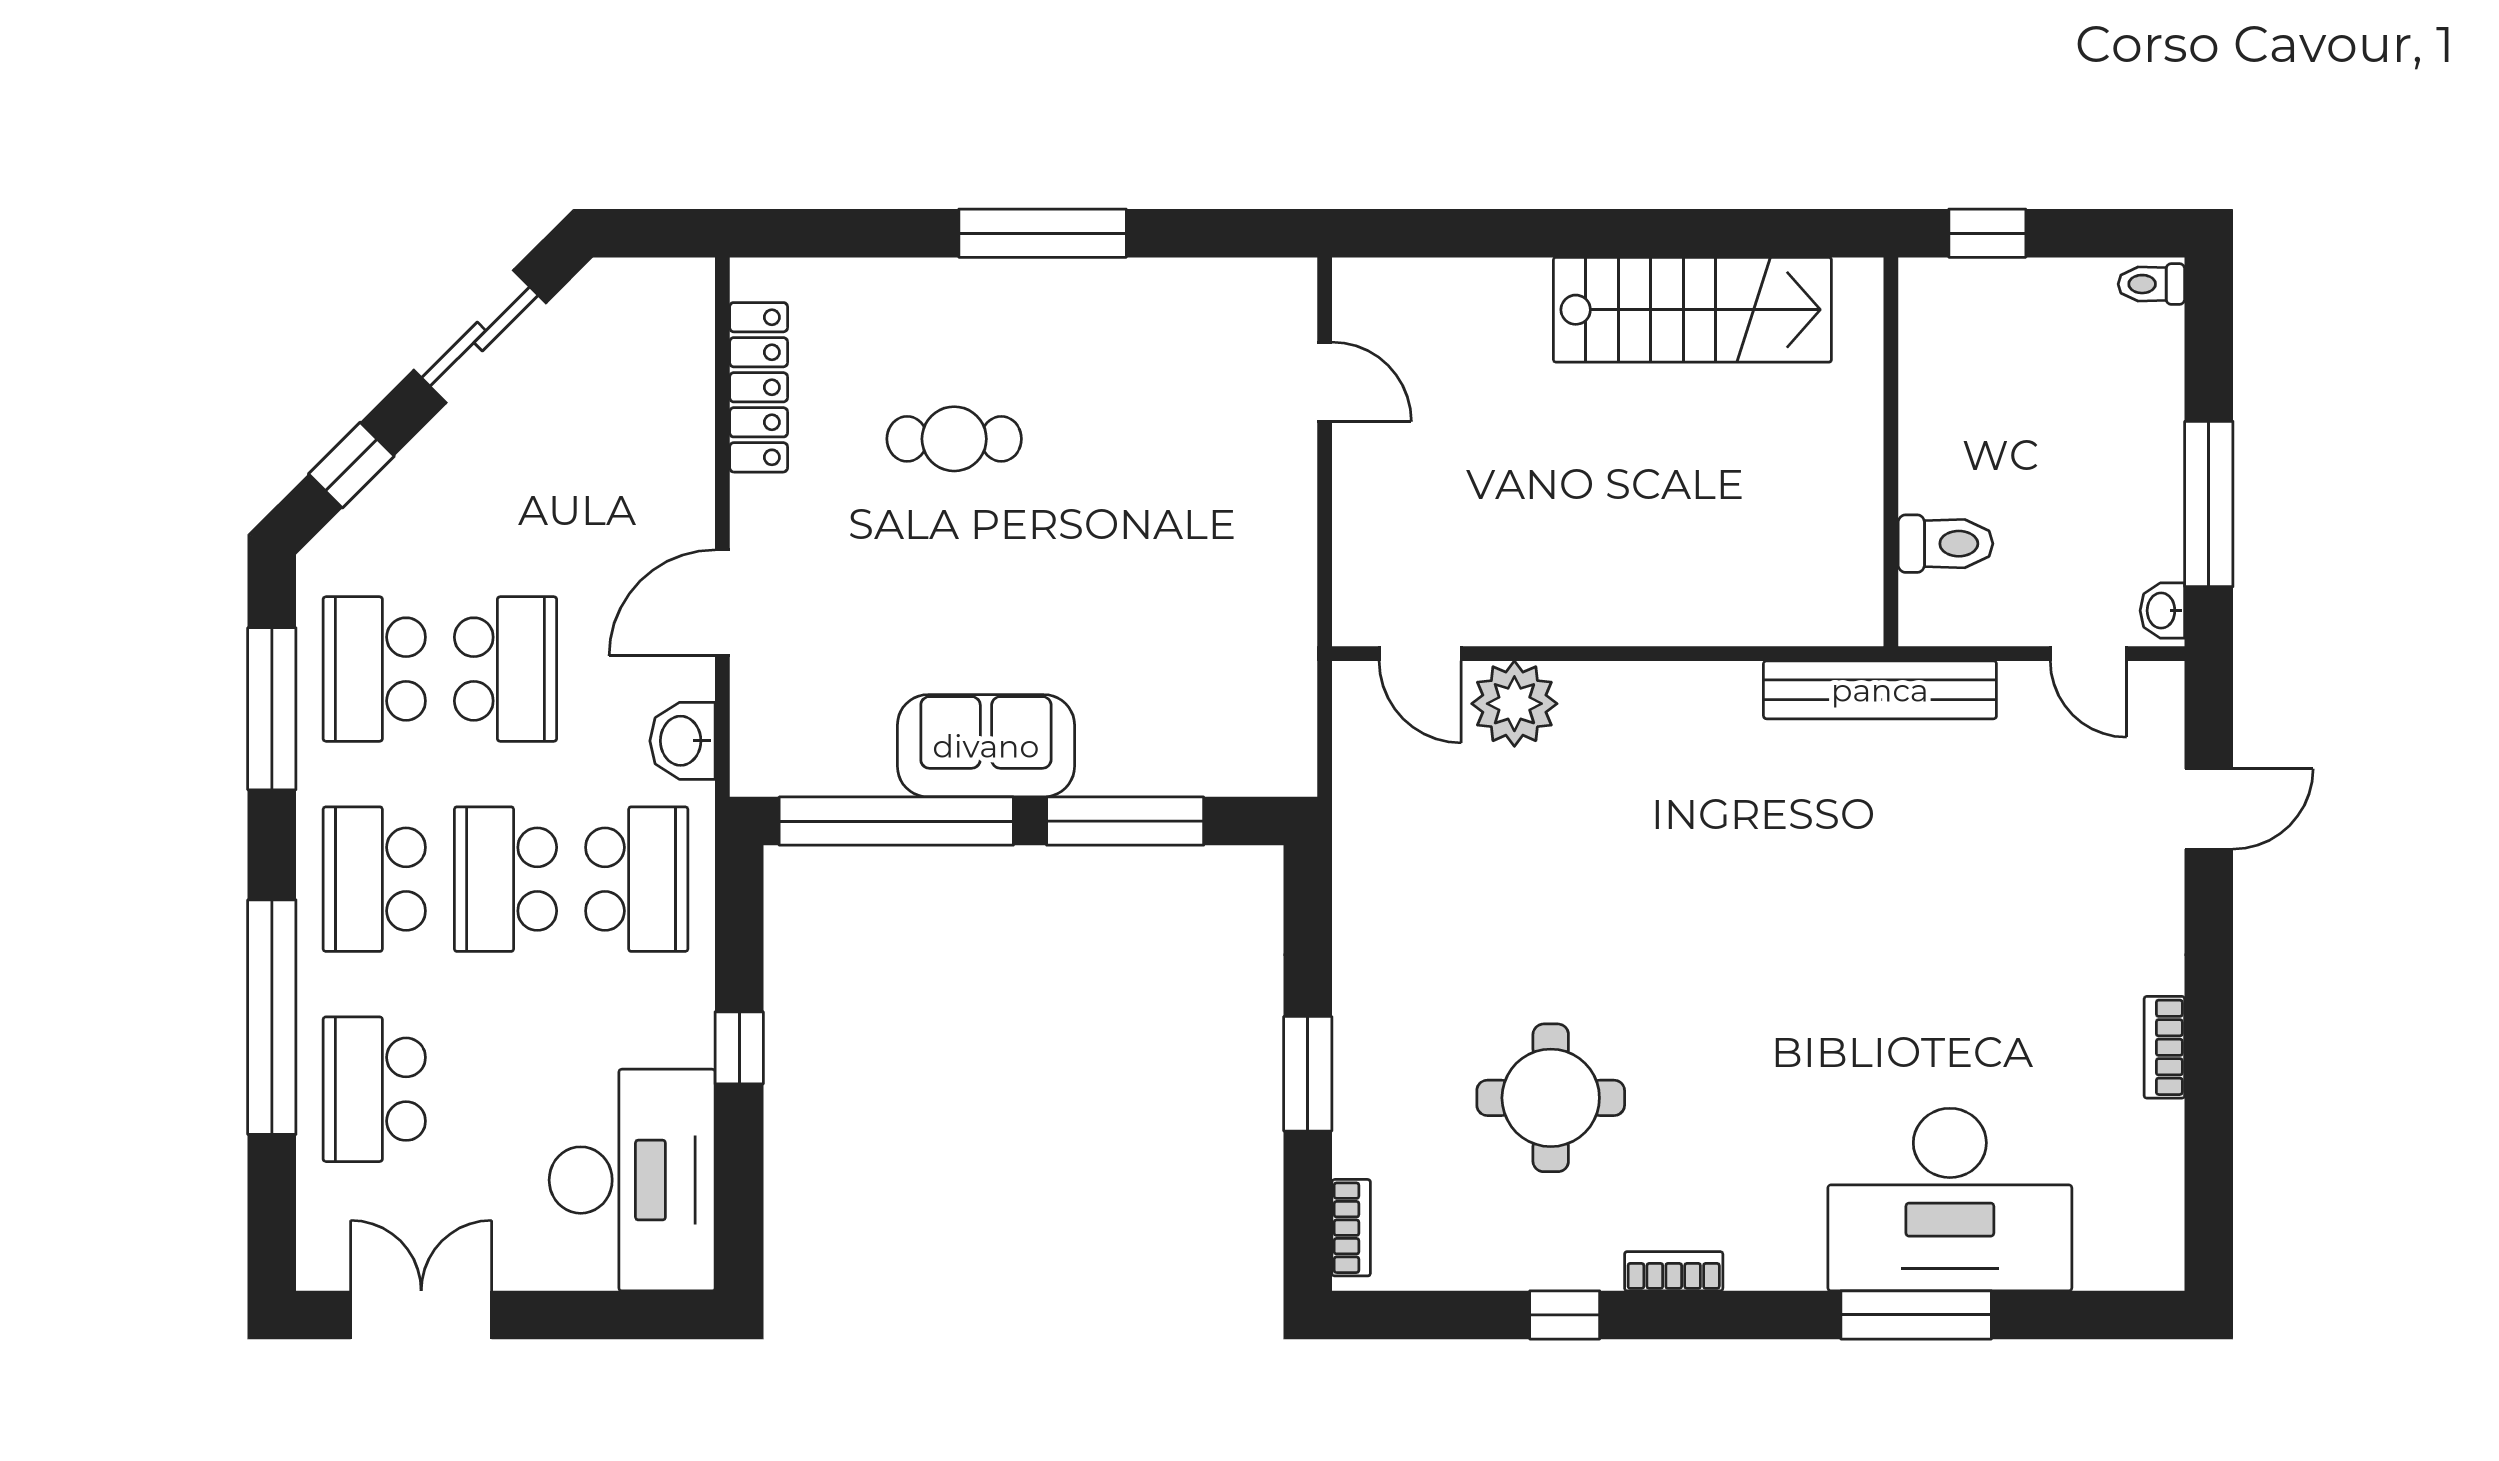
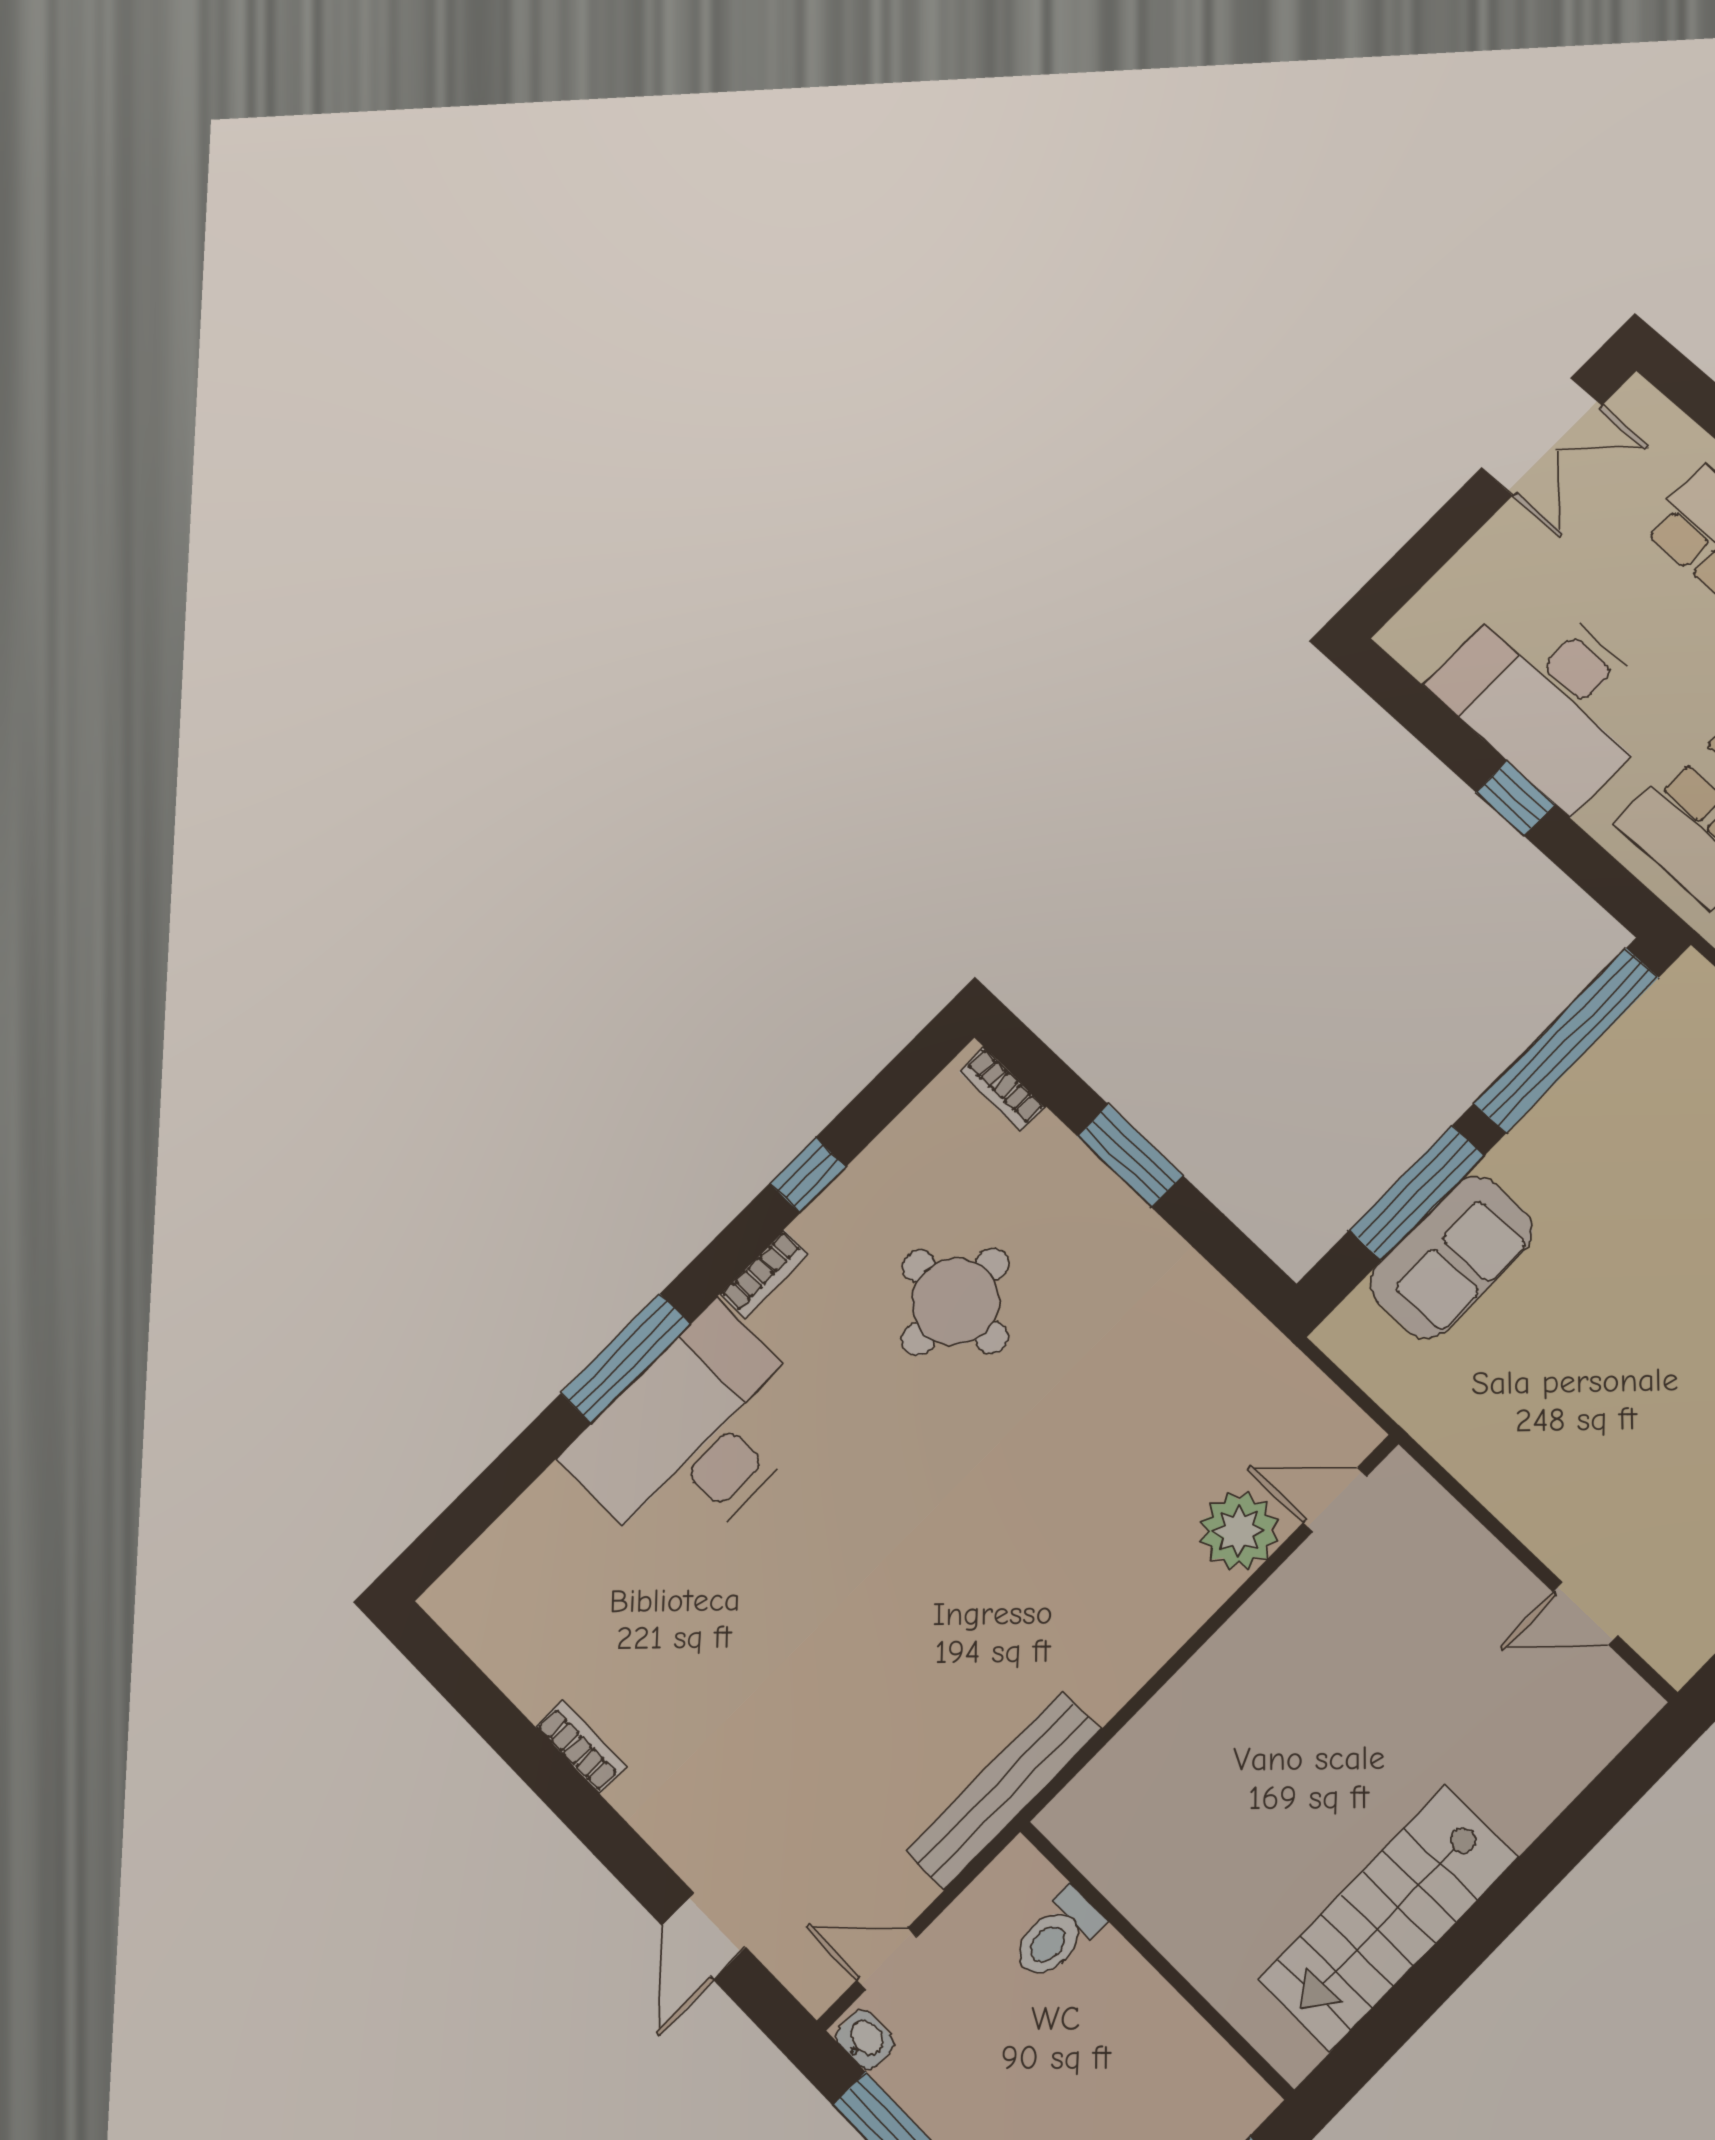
sofa: (986, 746) -> (1451, 1257), moved
desk: (632, 1180) -> (1549, 698), moved
desk: (1950, 1200) -> (694, 1436), moved
window: (1916, 1315) -> (625, 1359), moved

